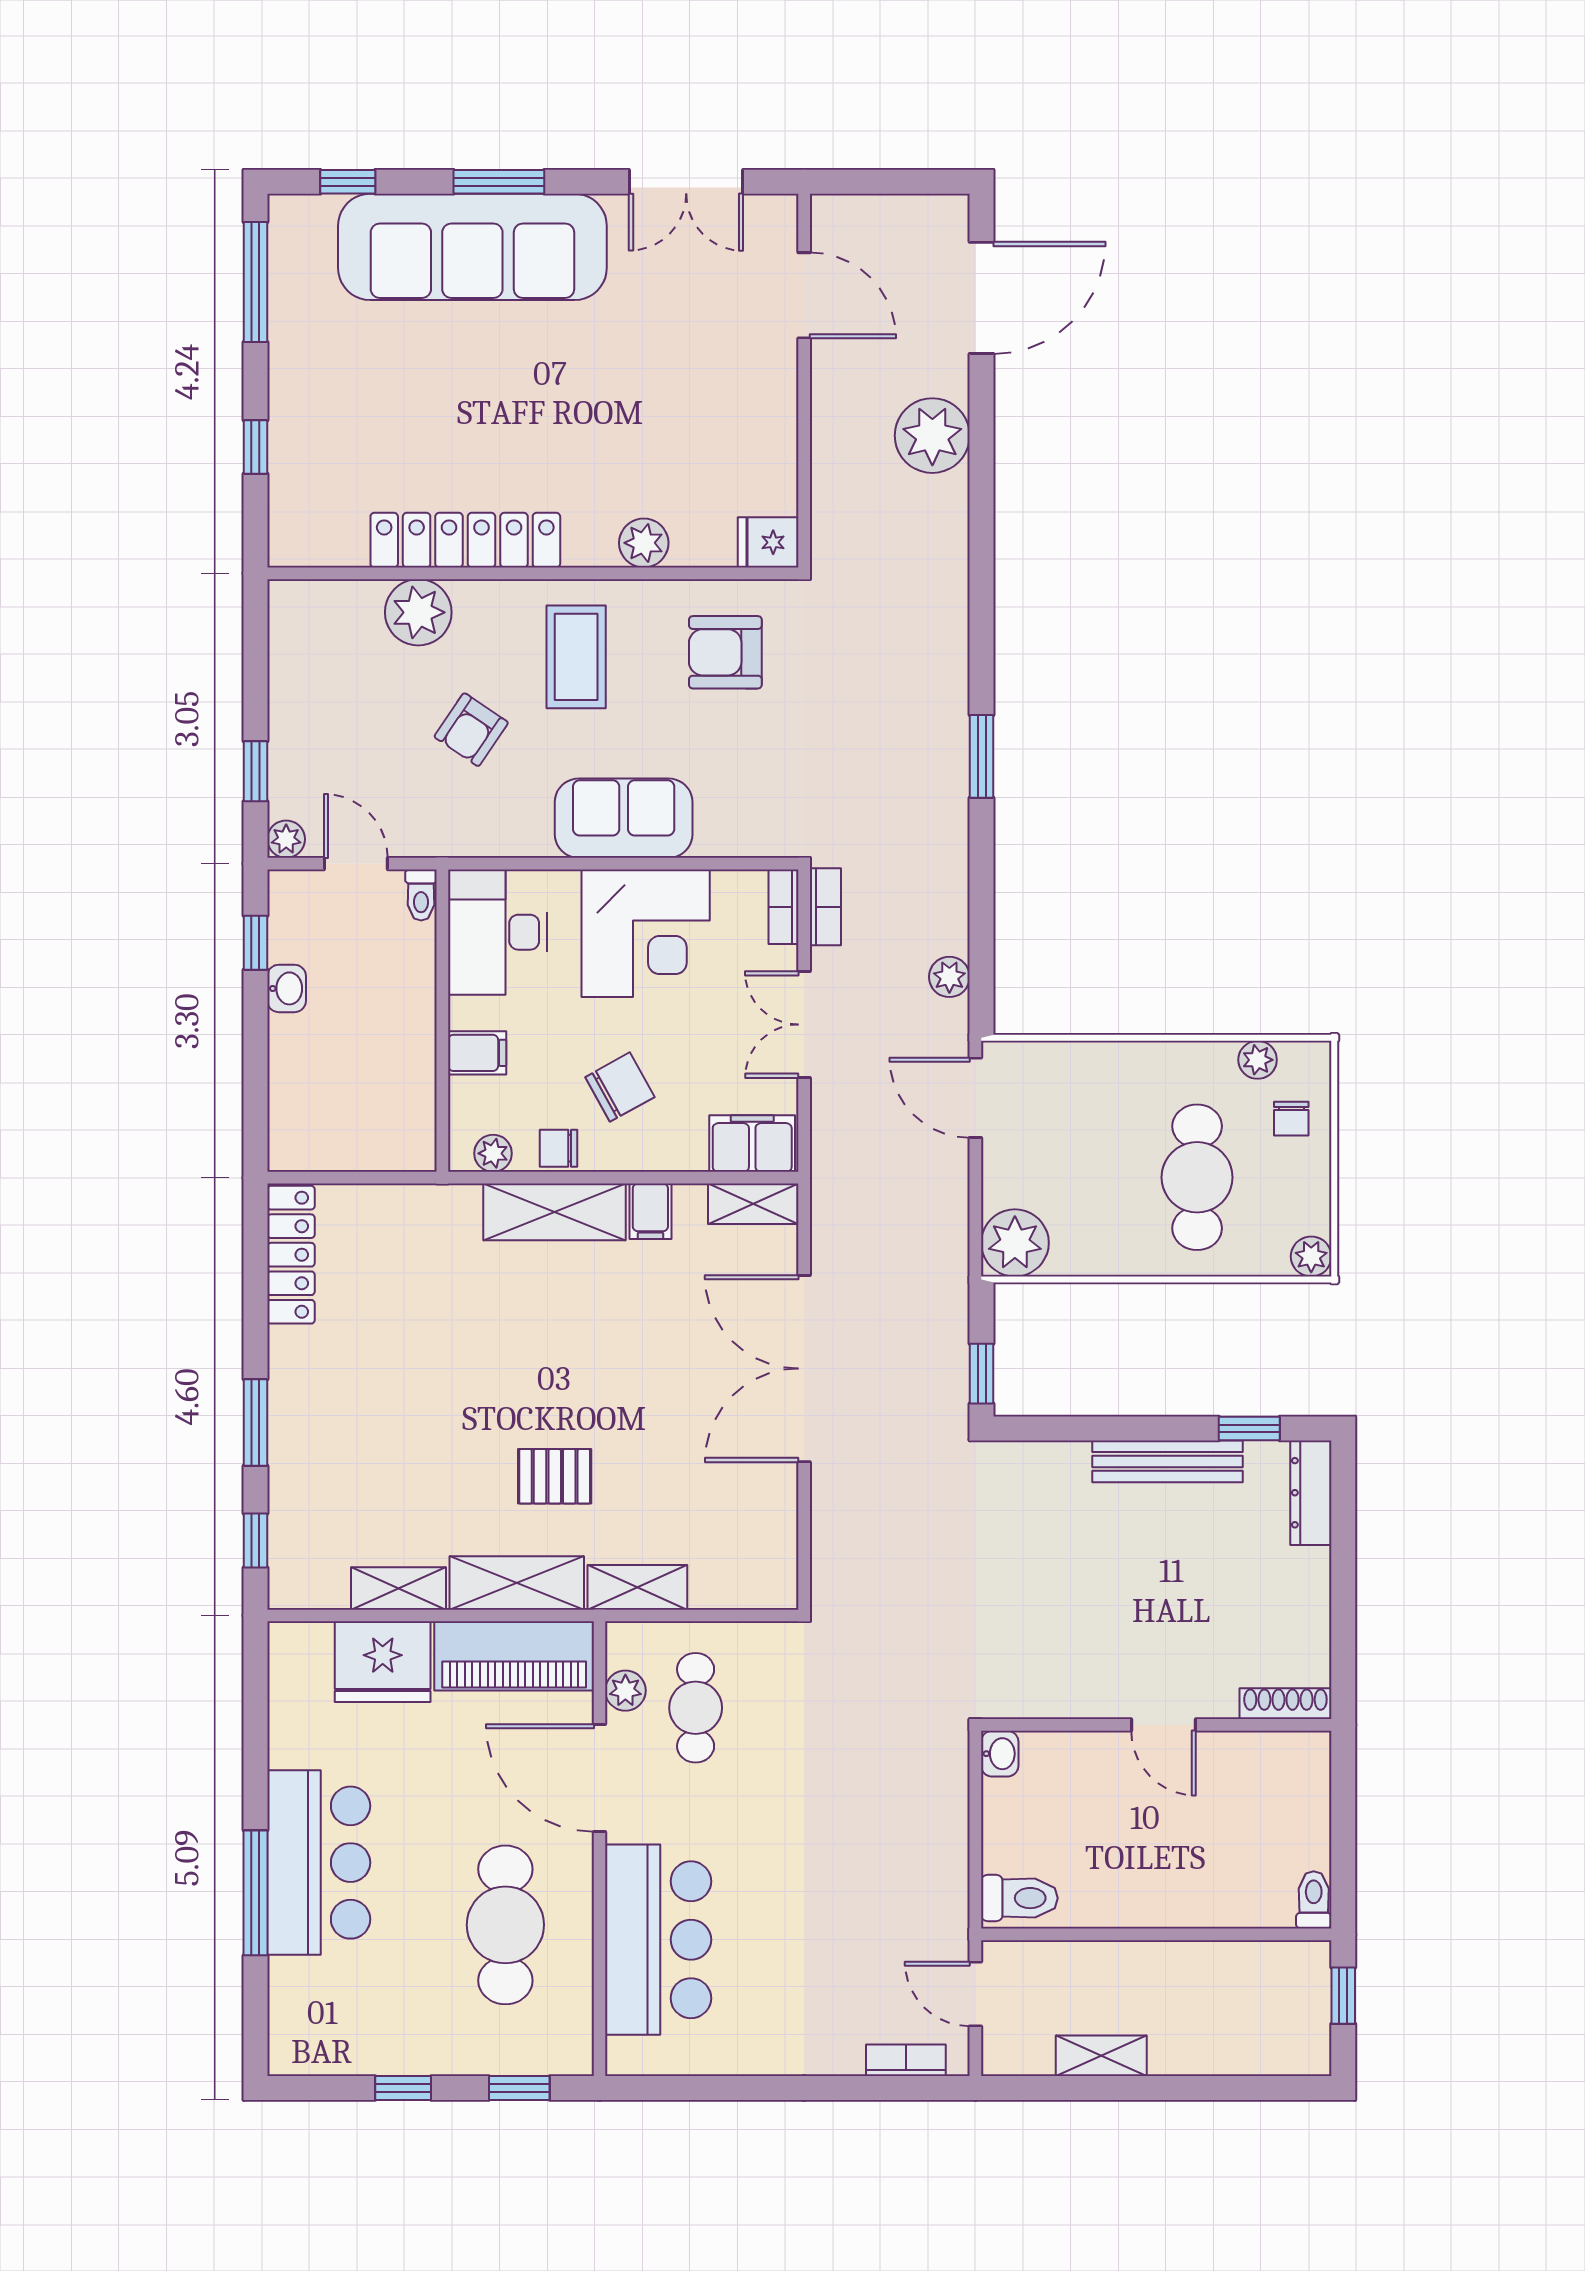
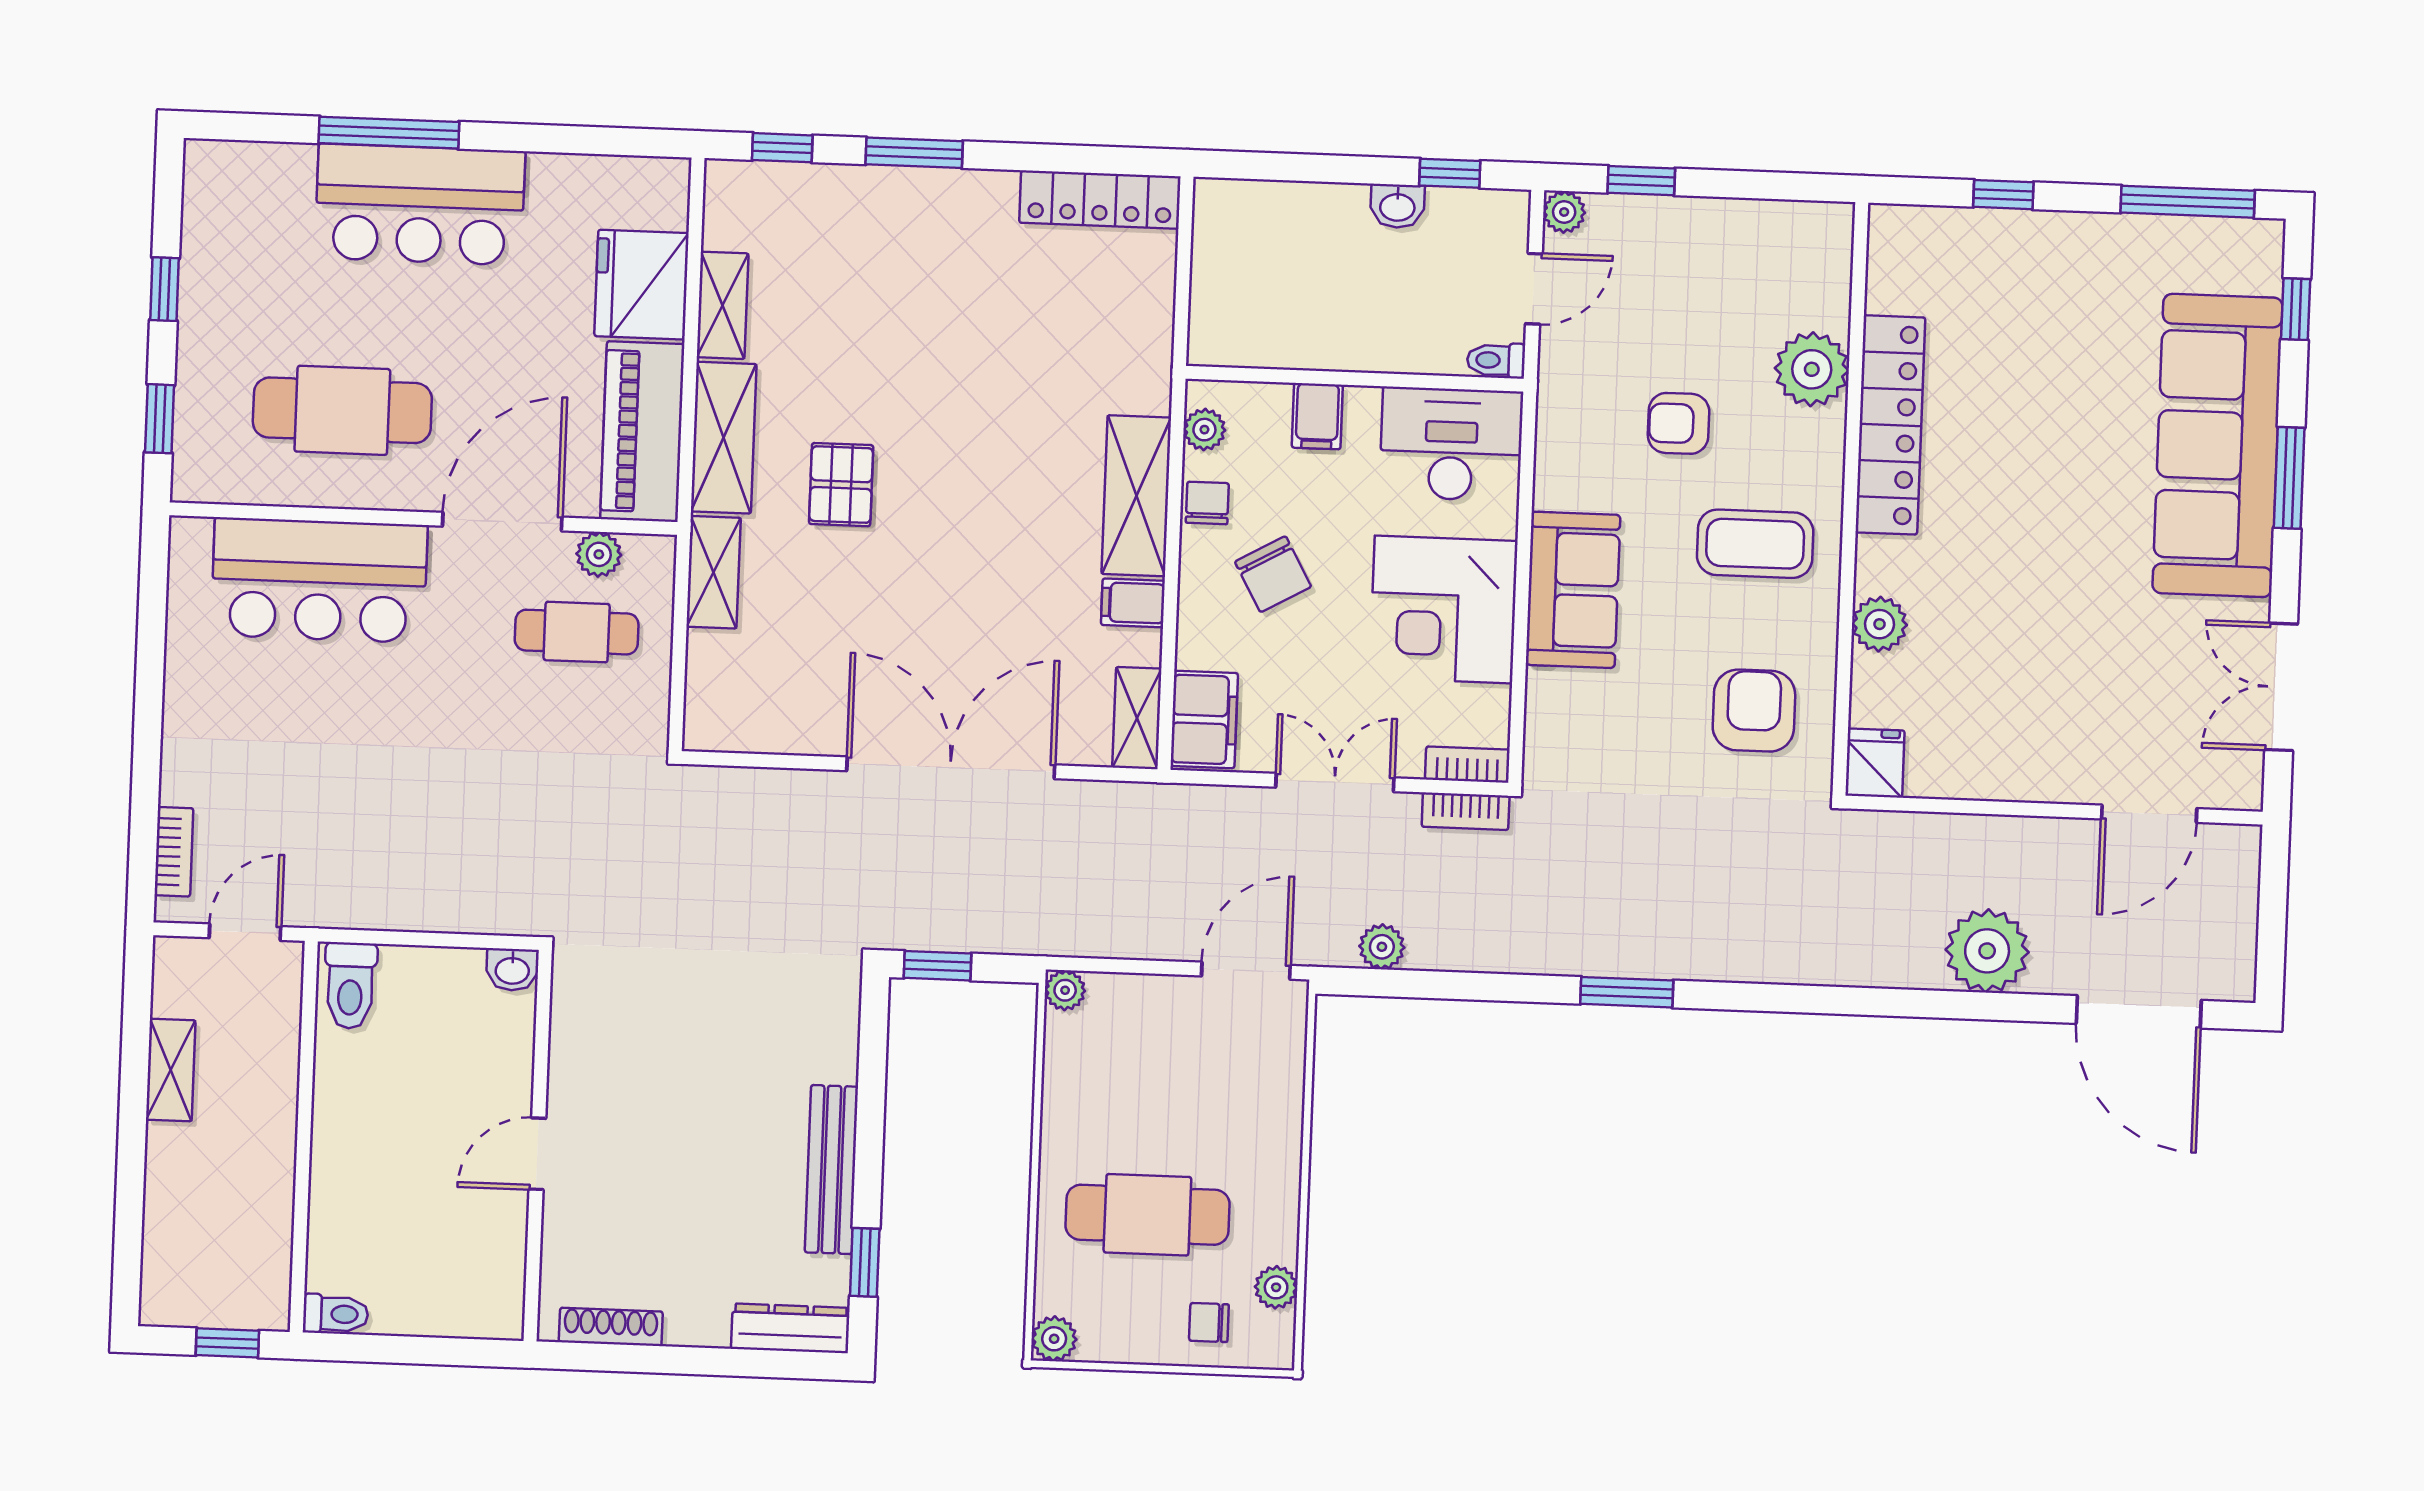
armchair: (471, 730) -> (1679, 423), turned -34
plant: (1015, 1243) -> (1065, 990), width x0.53, depth x0.53
shoe rack: (1285, 1704) -> (611, 1327), moved, turned -90

